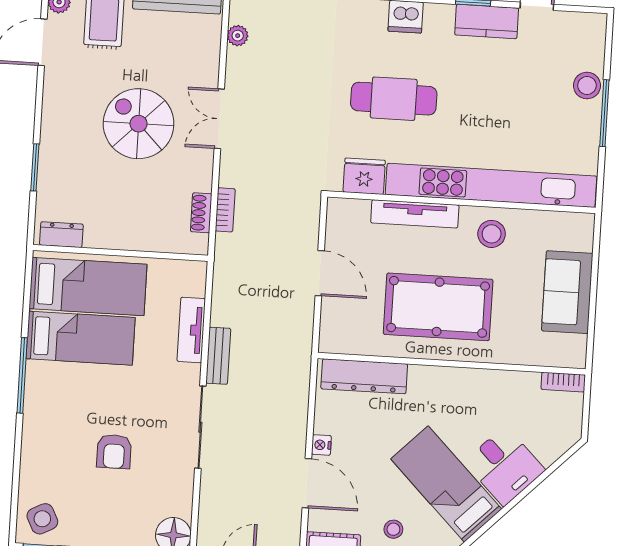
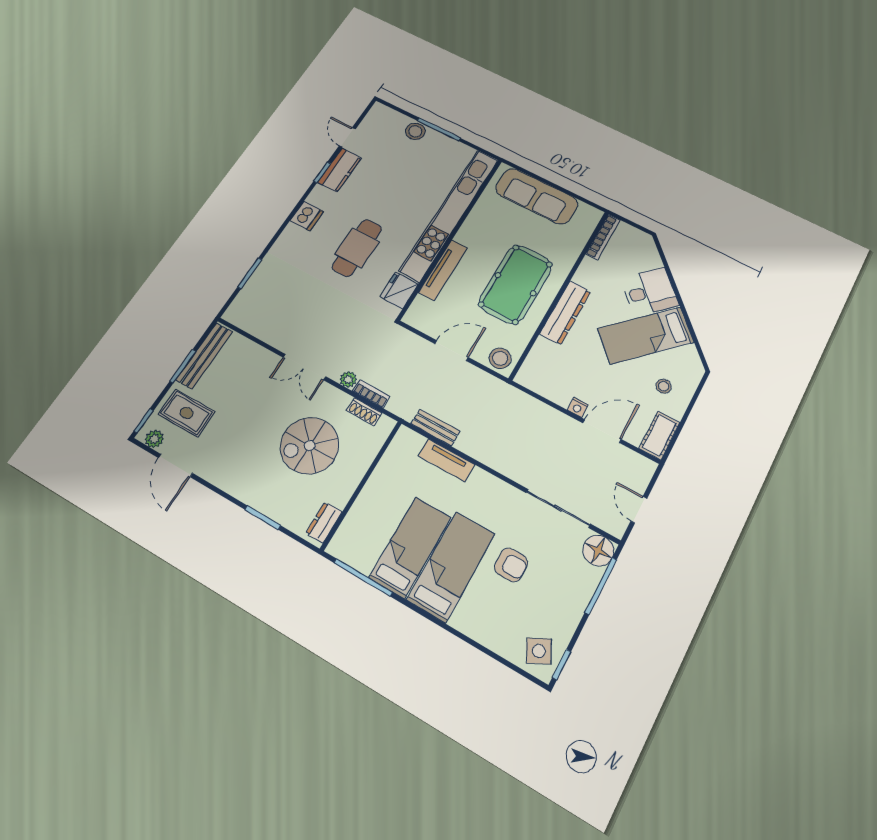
plant: (238, 36) -> (348, 379), moved
spiral stairs: (139, 124) -> (310, 446), moved
stool: (492, 234) -> (500, 358), moved
bed: (88, 286) -> (451, 567), moved
sofa: (567, 292) -> (537, 196), width x1.36
bench: (218, 356) -> (436, 428), moved
window: (22, 375) -> (363, 577), moved
dresser: (364, 376) -> (565, 313), moved
bookcase: (563, 382) -> (603, 237), width x1.56
sliding door: (200, 427) -> (558, 508), moved

